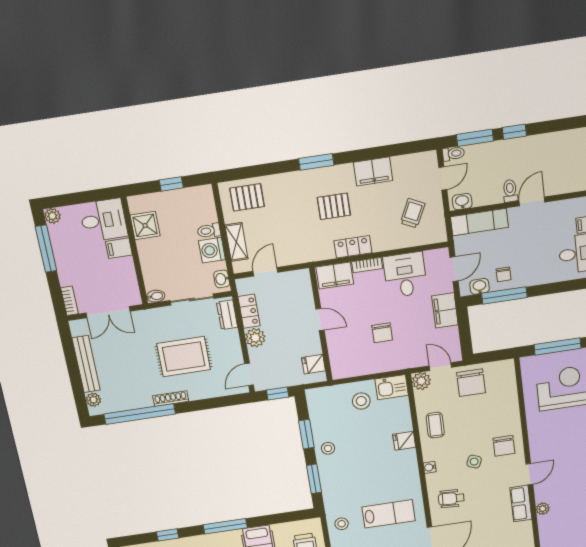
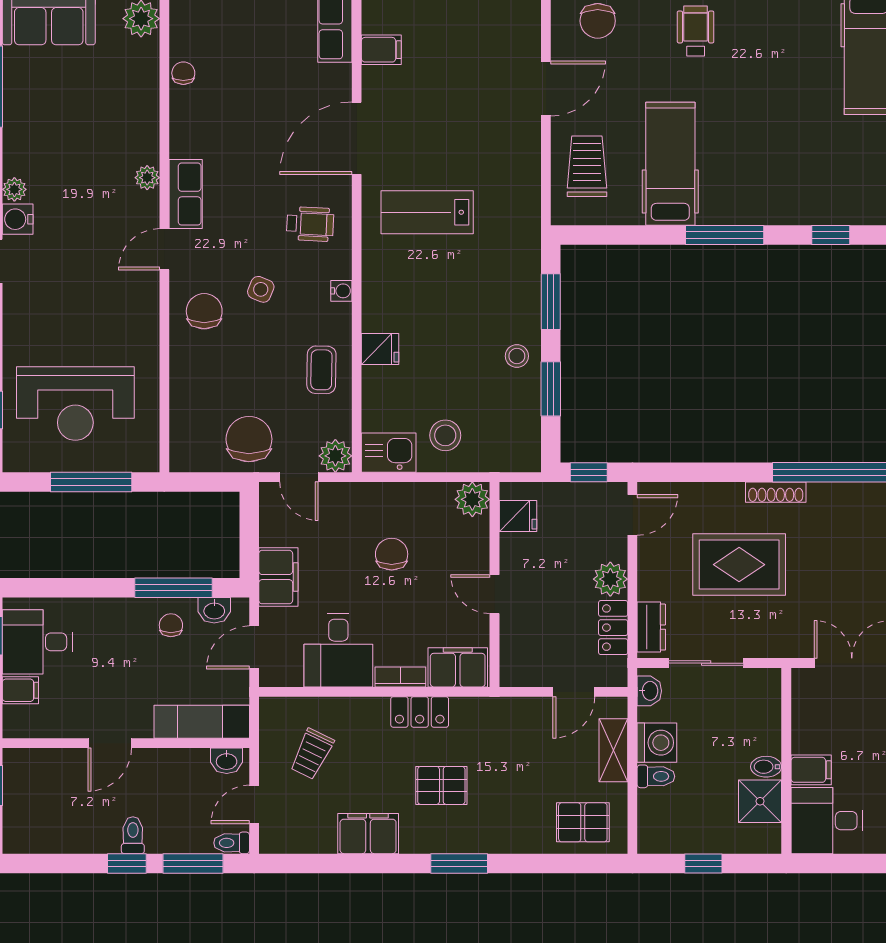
toilet: (510, 191) -> (133, 835), moved, turned 180
bidet: (156, 296) -> (766, 767), moved
plant: (341, 369) -> (472, 499), added
stool: (342, 524) -> (515, 206), removed

